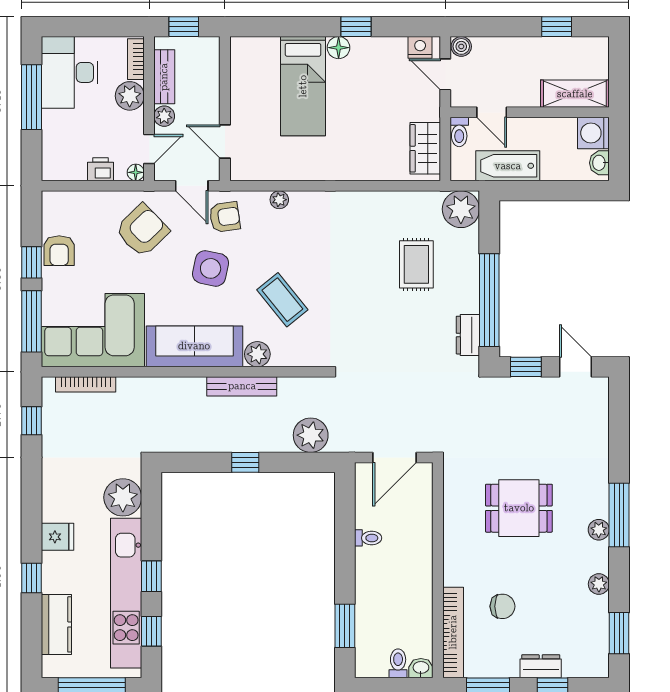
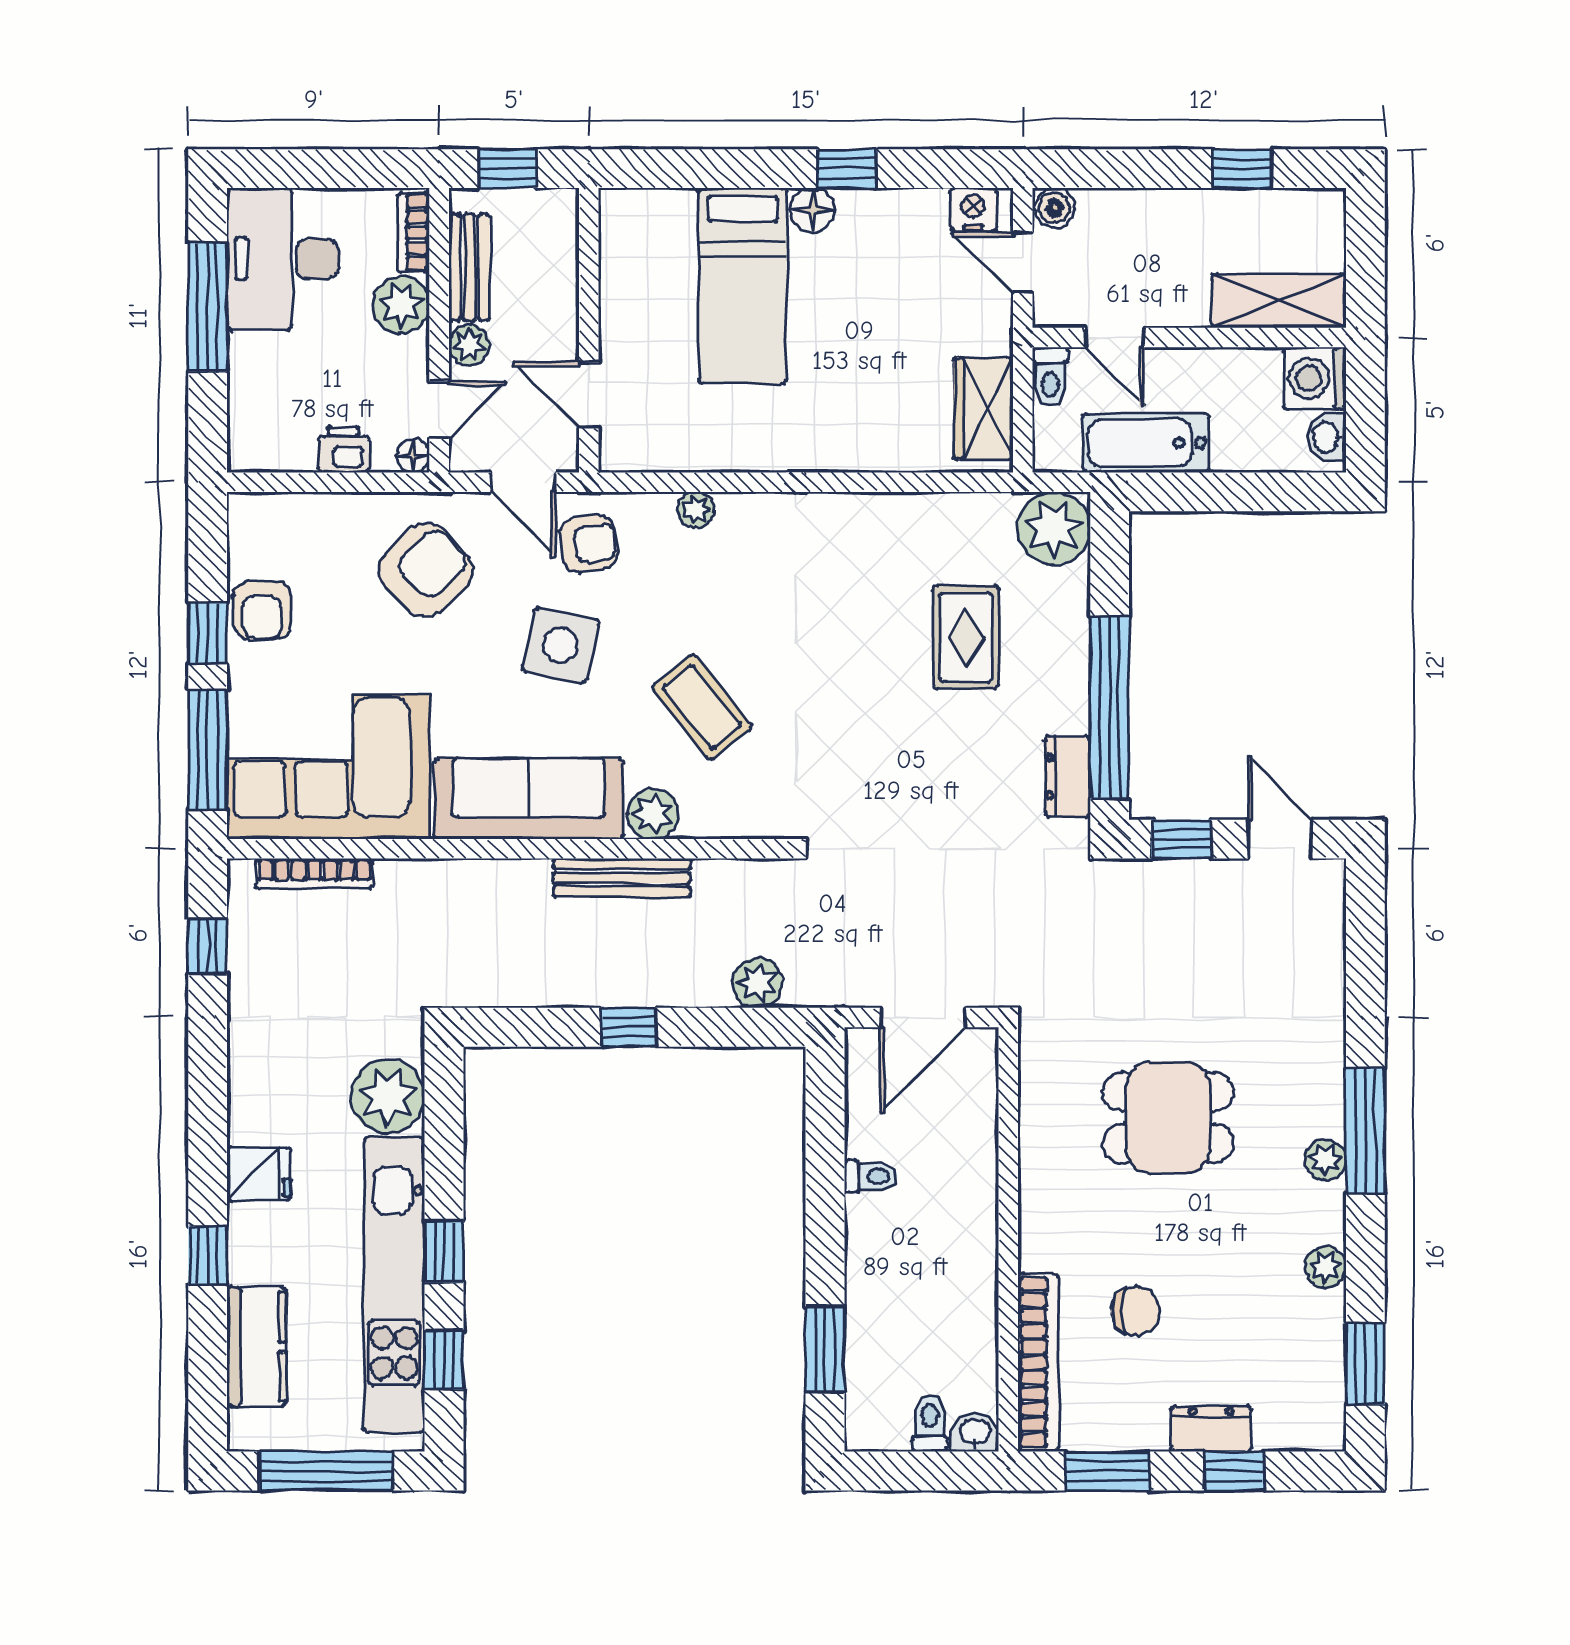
plant: (311, 435) -> (758, 983), width x0.73, depth x0.73

